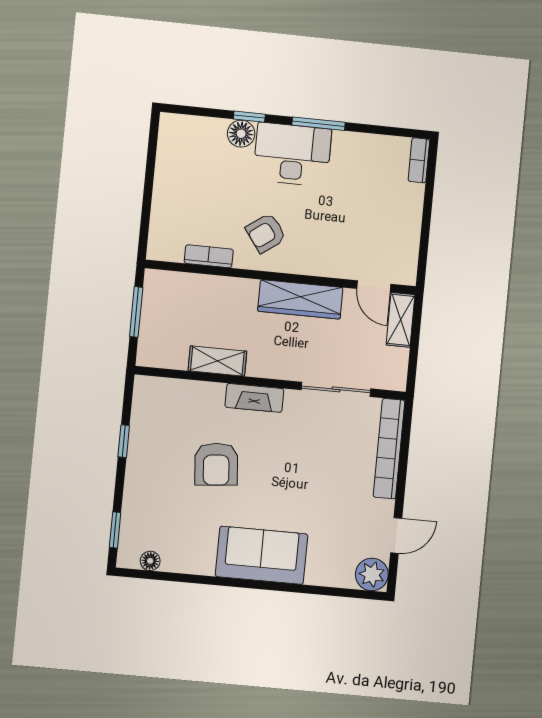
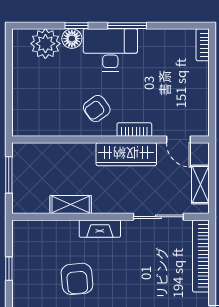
plant: (204, 137) -> (45, 44), added
bookcase: (209, 256) -> (134, 130), moved
shelving: (401, 320) -> (200, 184), moved

